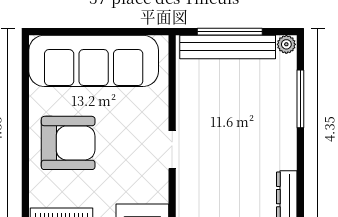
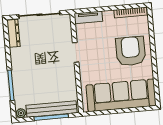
armchair: (68, 143) -> (131, 51), turned 90

